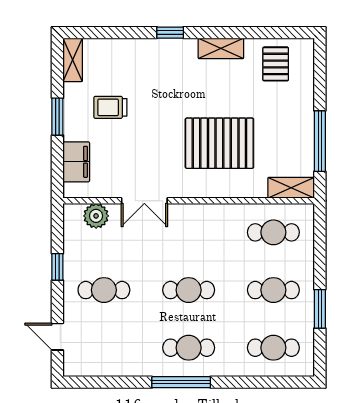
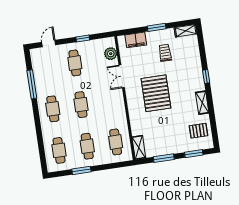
window: (320, 80) -> (194, 154), added
window: (320, 141) -> (164, 158), width x0.69
pallet: (219, 143) -> (156, 93), moved
window: (181, 382) -> (32, 84), moved

